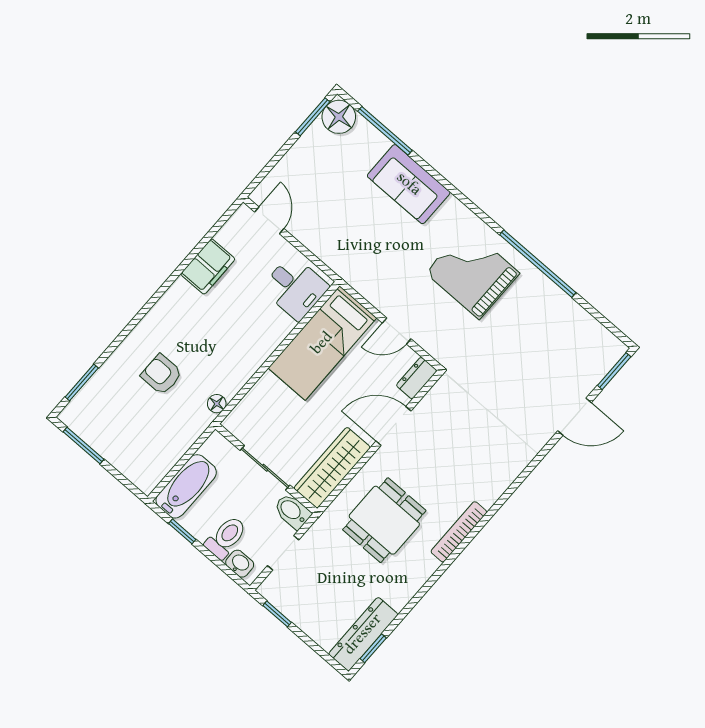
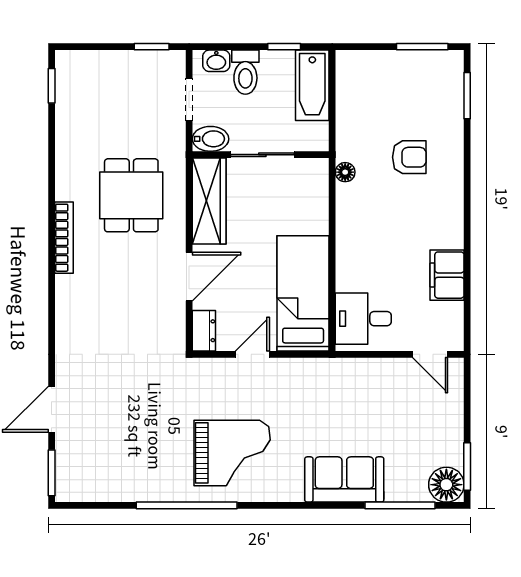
dresser: (363, 634) -> (69, 90), removed

